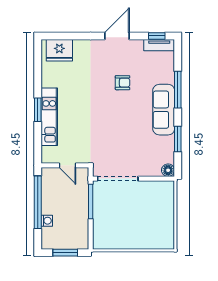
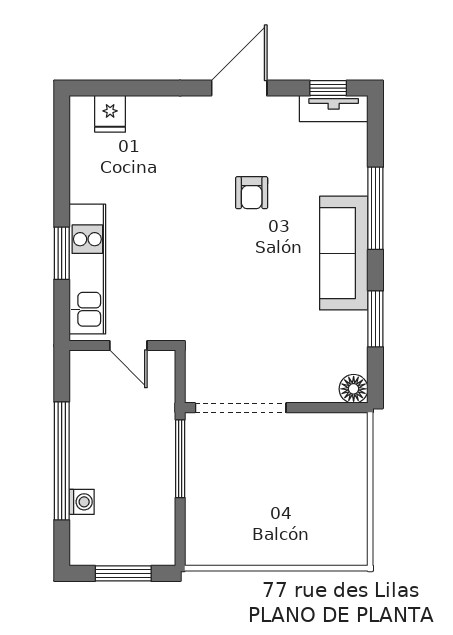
fridge: (59, 50) -> (110, 114), width x0.53, depth x0.75
armchair: (123, 83) -> (252, 193), turned 90
wall: (65, 165) -> (122, 346), moved
door: (68, 165) -> (128, 346), moved

